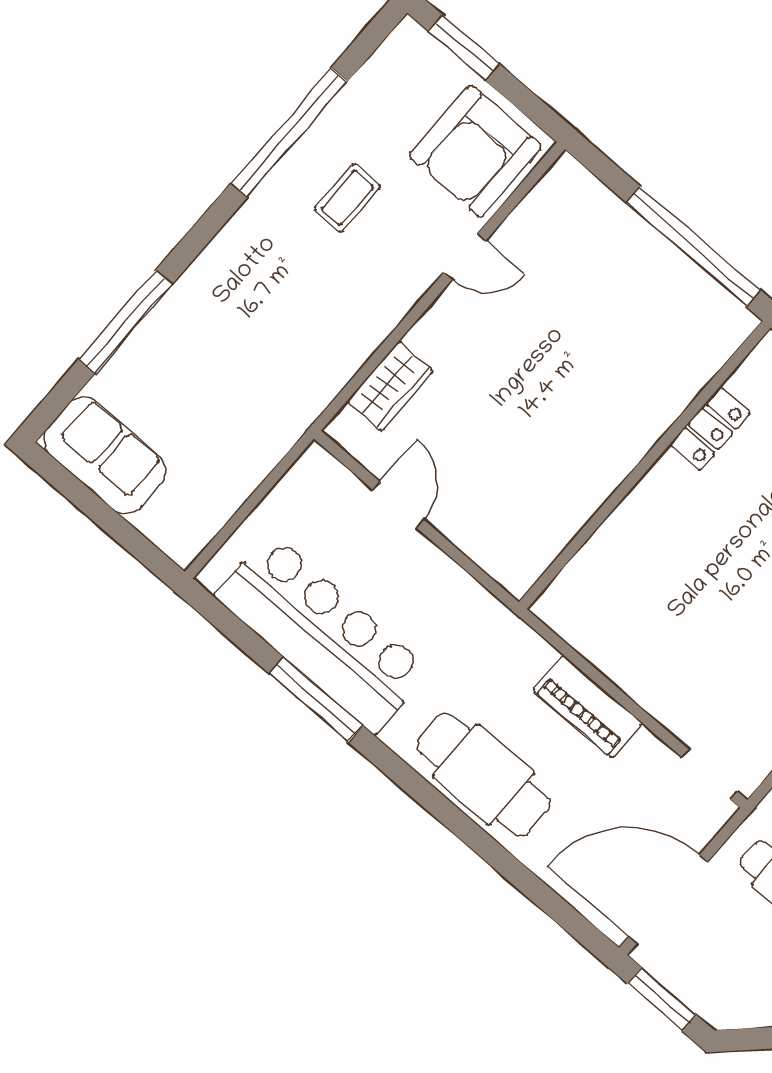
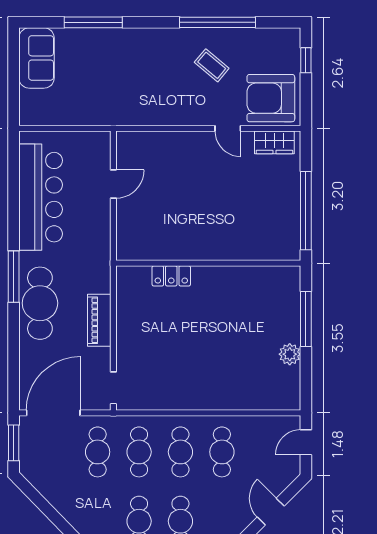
window: (464, 48) -> (306, 60), width x0.67
coffee table: (347, 198) -> (212, 65), turned 40
wardrobe: (390, 386) -> (274, 142), moved
locker: (710, 428) -> (171, 276), moved
window: (316, 700) -> (14, 277), moved
door: (668, 899) -> (53, 413), hinge flipped

